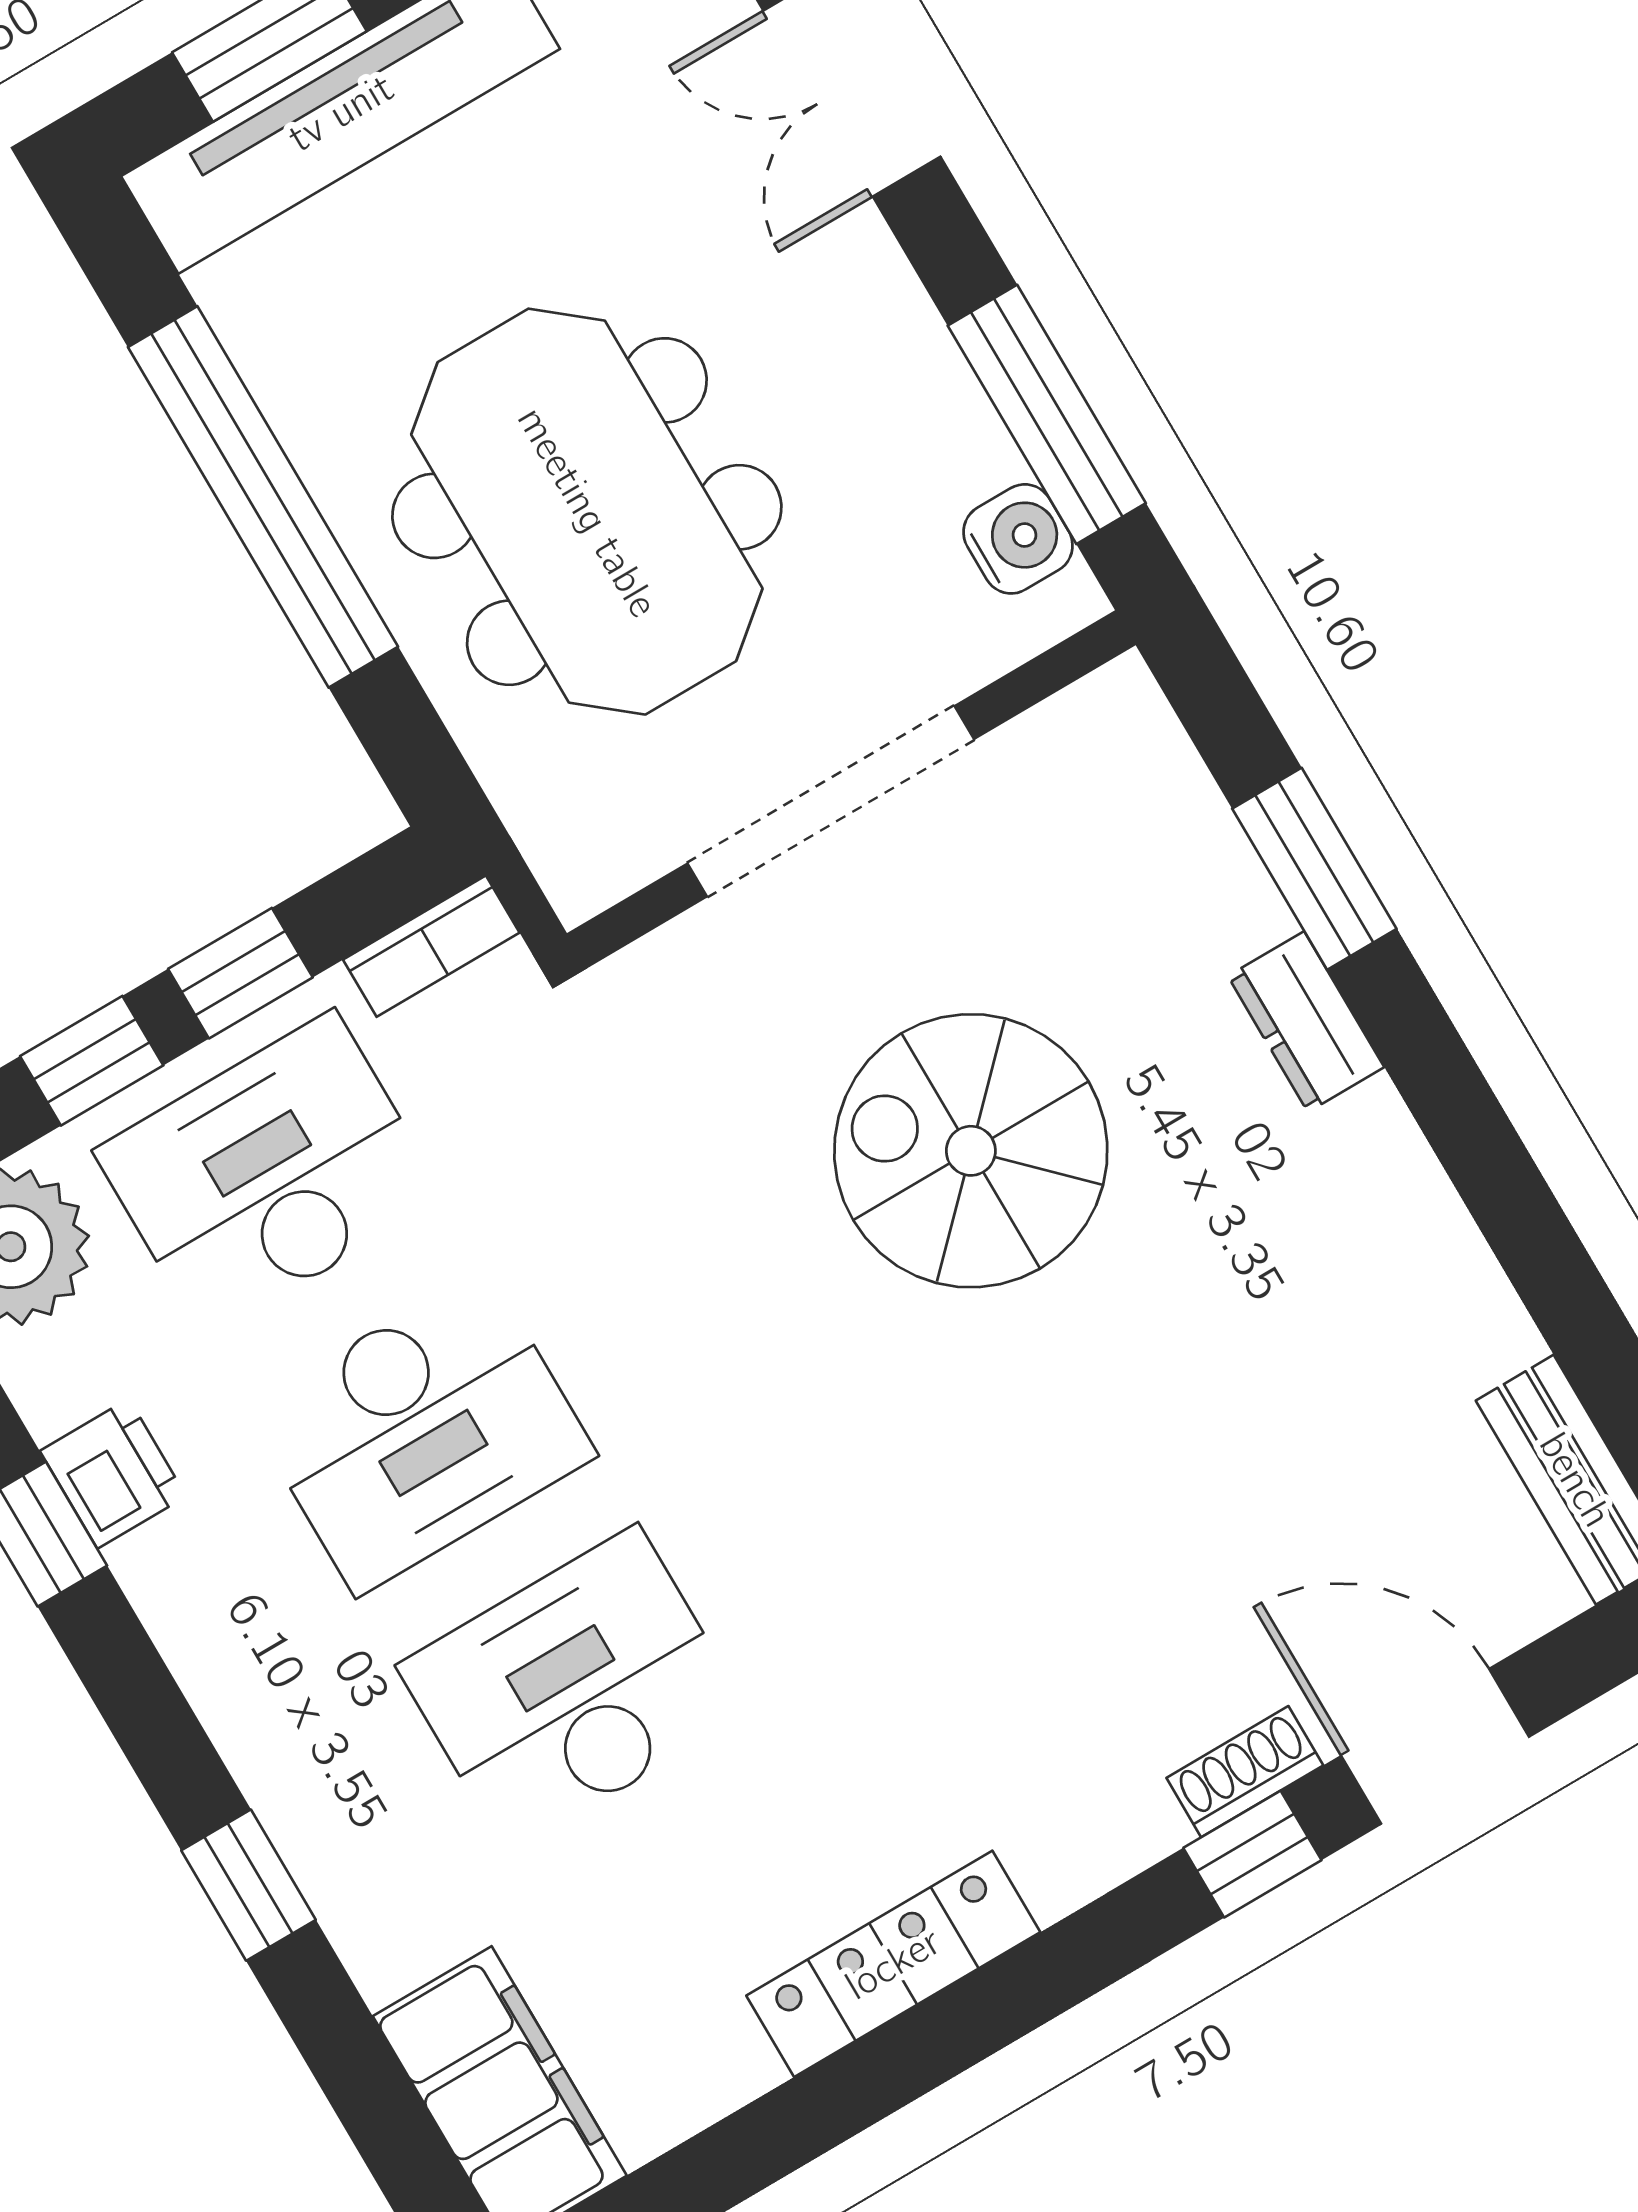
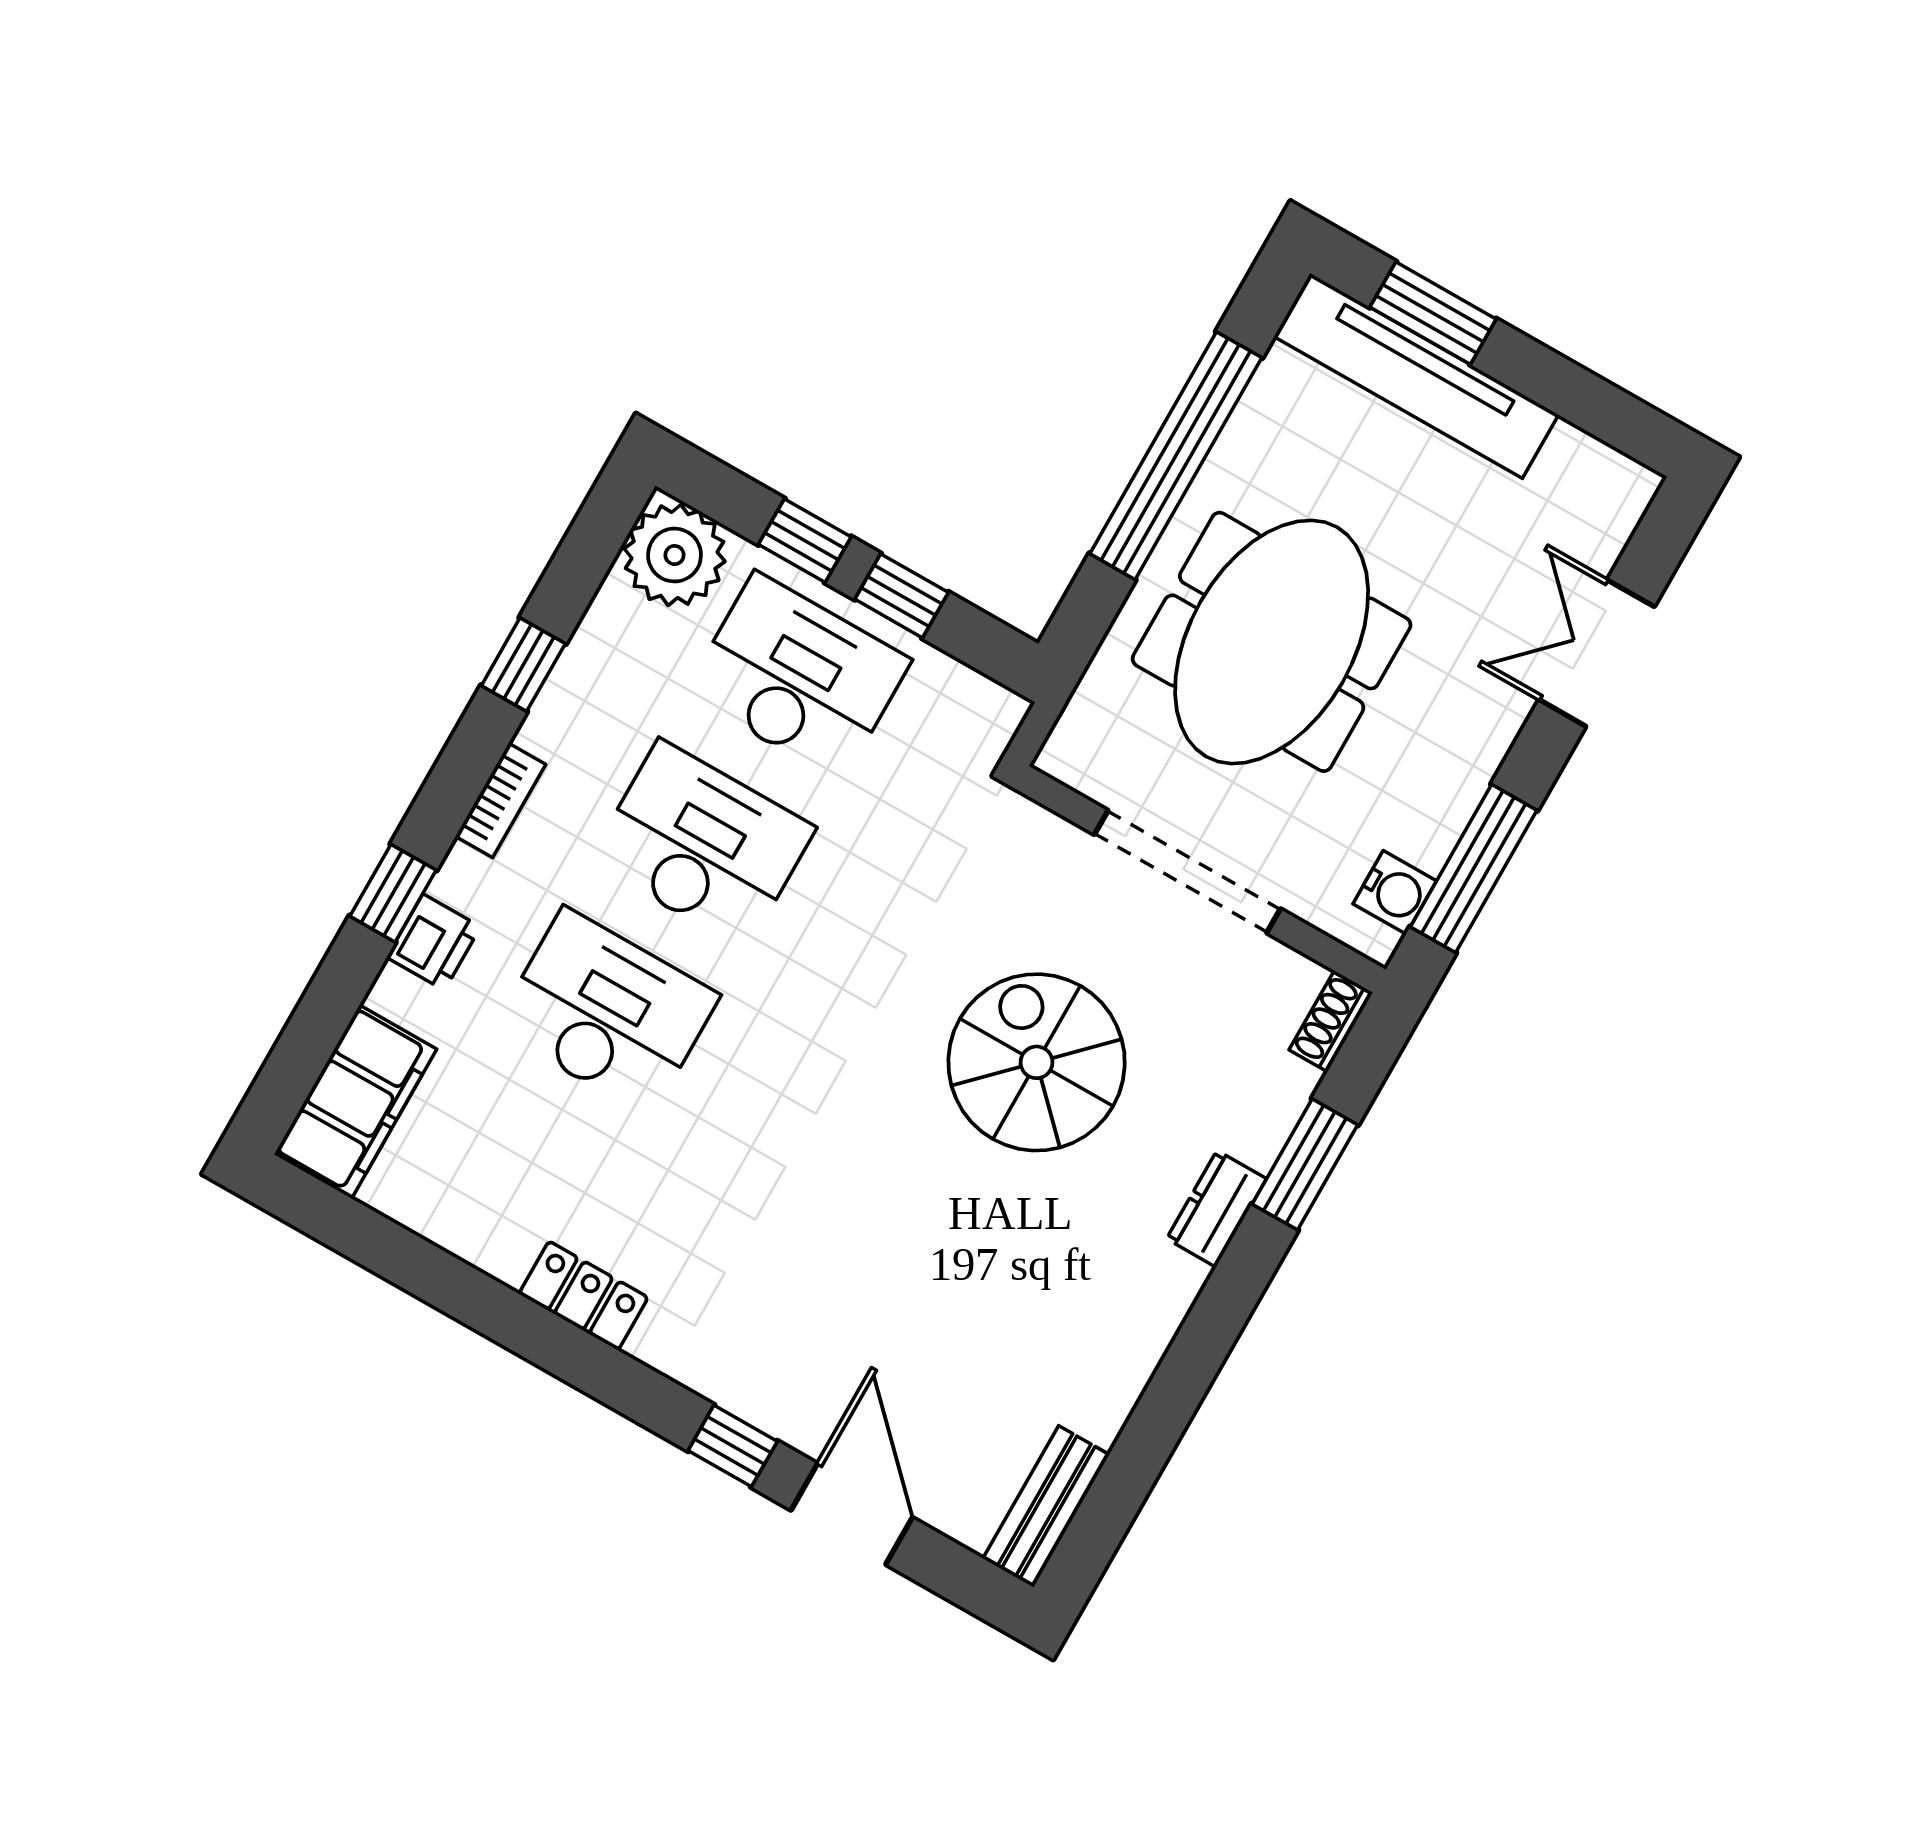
bookcase: (431, 946) -> (501, 800), moved, turned -90
desk: (421, 1432) -> (702, 844), turned 180
printer: (113, 1474) -> (434, 942), moved
shoe rack: (1245, 1772) -> (1331, 1021), moved, turned -90
locker: (893, 1964) -> (583, 1296), width x0.66

